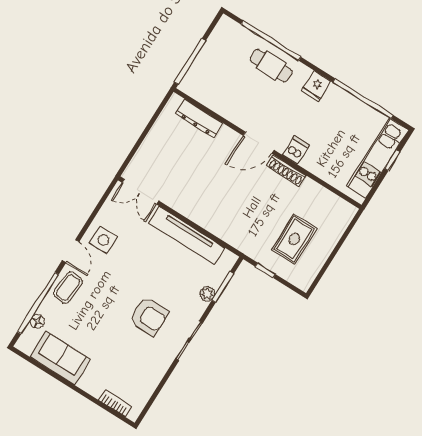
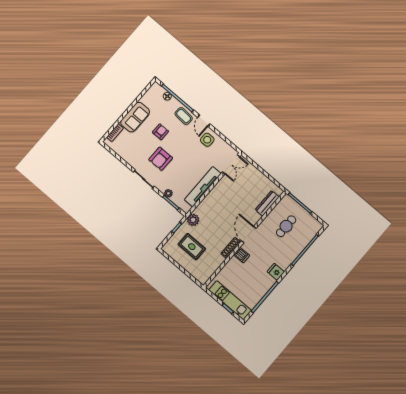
cafe table: (271, 66) -> (286, 226), moved
double door: (140, 192) -> (231, 164), swing flipped
plant: (247, 244) -> (193, 220), added
door: (71, 251) -> (204, 121), hinge flipped
armchair: (102, 324) -> (160, 132), added
sofa: (60, 358) -> (135, 117), moved

